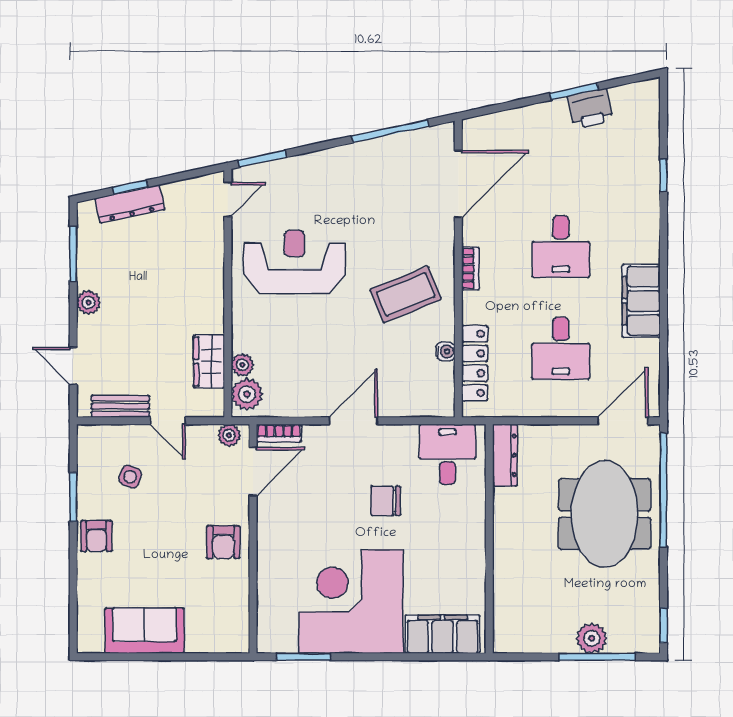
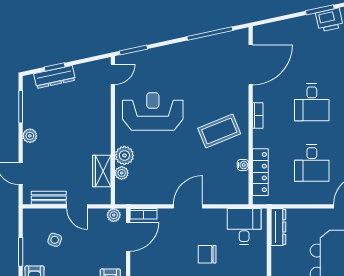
plant: (247, 394) -> (124, 155), moved

